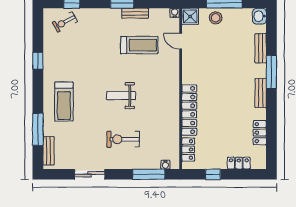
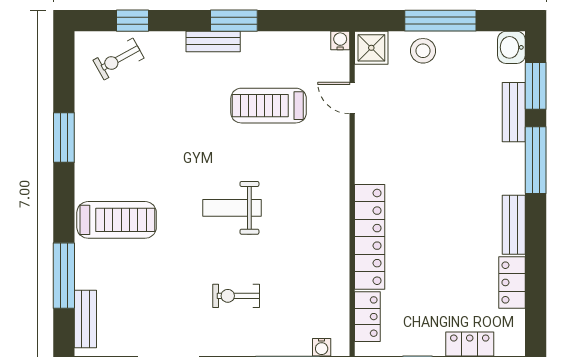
bench: (135, 13) -> (213, 41), moved
window: (271, 35) -> (536, 86), added
treadmill: (139, 45) -> (269, 106), turned 180
window: (38, 61) -> (64, 137), width x1.50
bench: (261, 93) -> (514, 225), moved
treadmill: (64, 102) -> (117, 220), turned -90
exercise bike: (123, 139) -> (236, 296), width x0.73, depth x0.72

